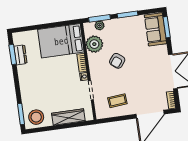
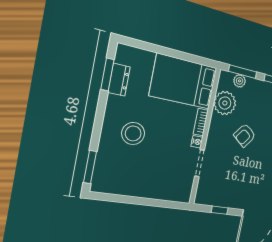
coffee table: (117, 101) -> (227, 187), removed
stool: (36, 117) -> (133, 133), moved
wardrobe: (68, 117) -> (158, 191), removed
window: (117, 119) -> (220, 210), added

